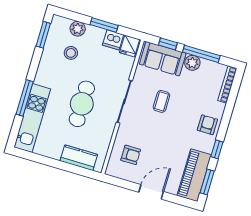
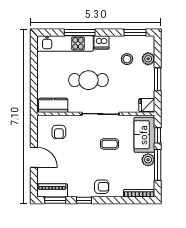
dishwasher: (113, 40) -> (101, 42), moved, turned -90
kitchen counter: (79, 158) -> (53, 105), moved, turned -90
piano: (194, 175) -> (52, 190), width x0.73, depth x0.75

